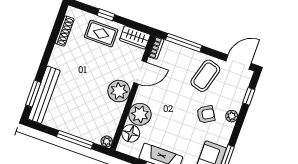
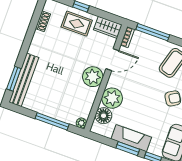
shoe rack: (65, 31) -> (43, 21), width x0.70

